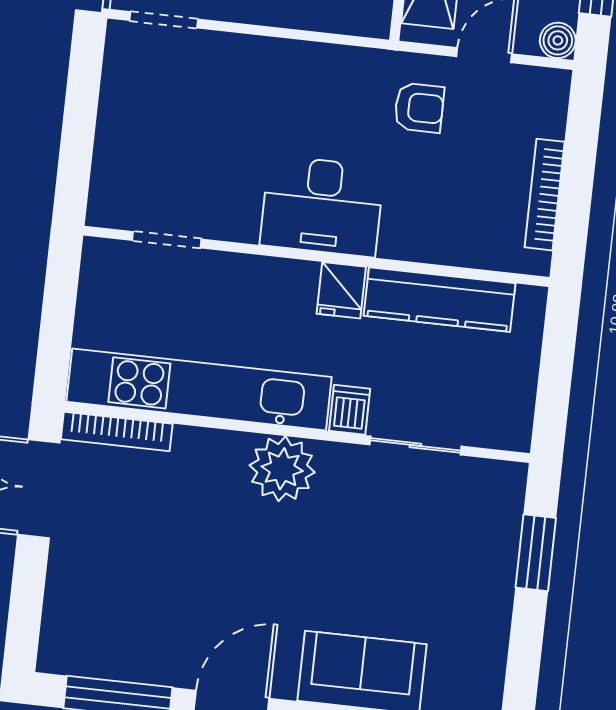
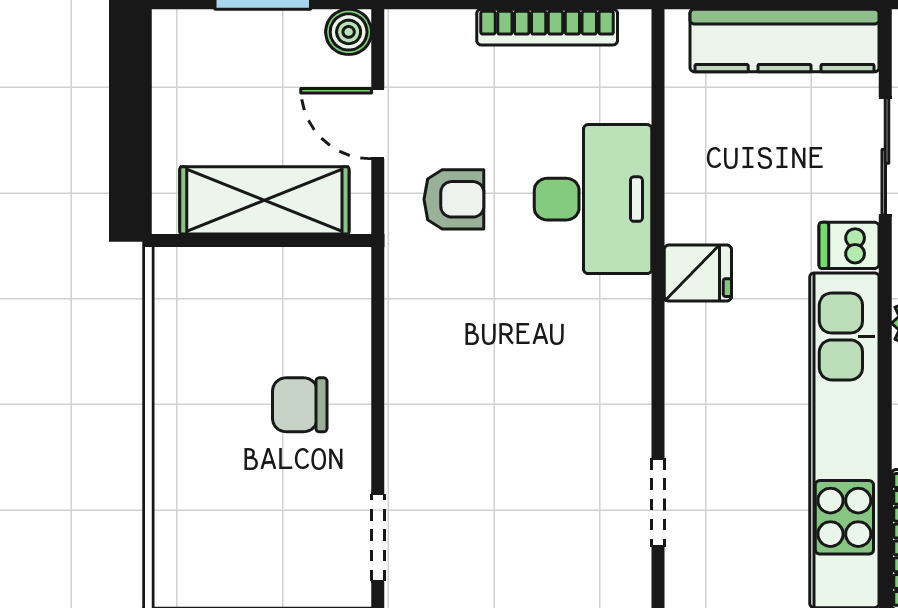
armchair: (419, 108) -> (454, 199), turned 90
desk: (322, 206) -> (593, 199), moved
kitchen counter: (440, 300) -> (785, 41), moved, turned 90

